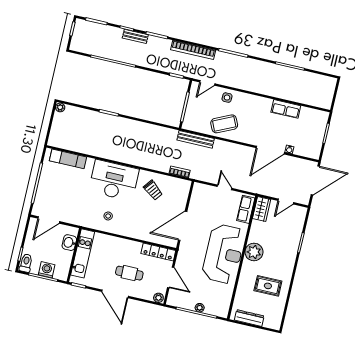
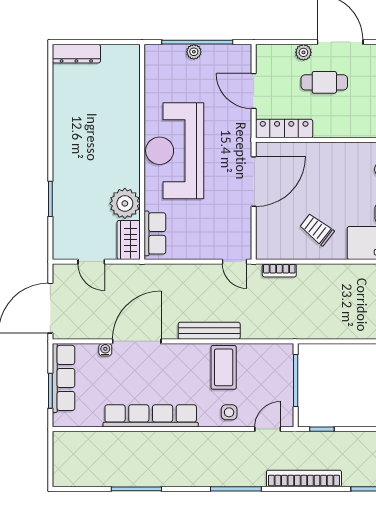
row of seats: (286, 109) -> (151, 416), width x2.02
coffee table: (224, 124) -> (224, 367), turned -65
bench: (196, 139) -> (209, 331), moved
row of seats: (317, 139) -> (63, 378), added
door: (225, 187) -> (234, 262), moved
door: (286, 202) -> (91, 262), swing flipped
plant: (254, 252) -> (125, 203), moved
rug: (268, 286) -> (89, 114), removed
plant: (158, 298) -> (303, 52), moved
dresser: (249, 318) -> (76, 54), moved

